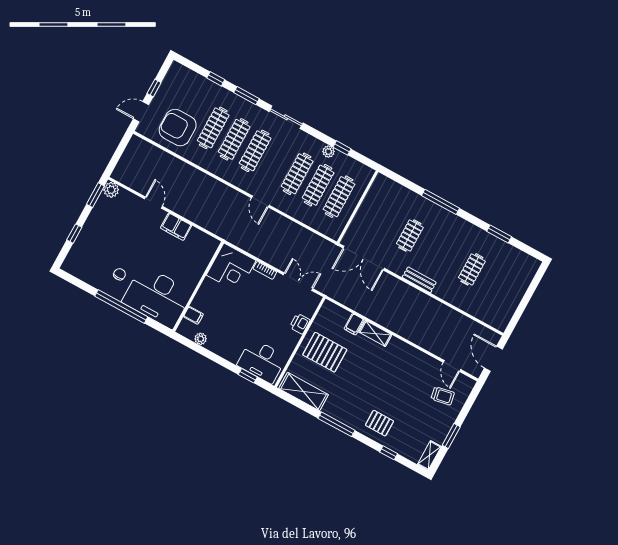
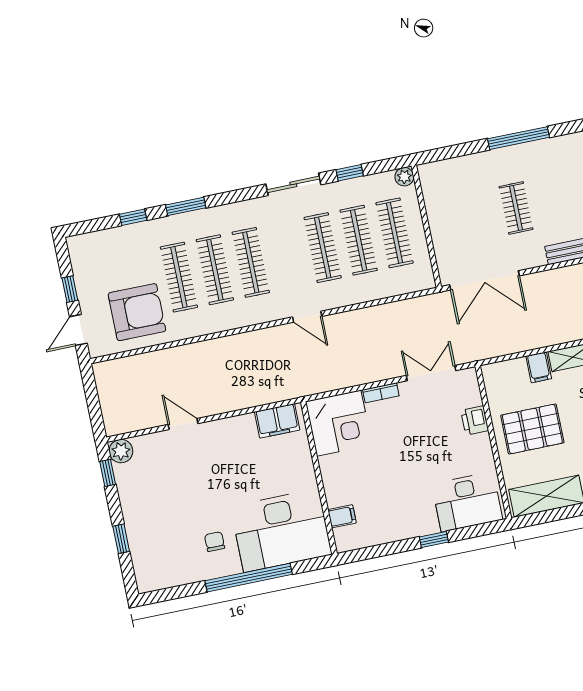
sliding door: (286, 117) -> (293, 184), moved
armchair: (178, 128) -> (137, 312), turned 180
plant: (328, 152) -> (404, 177), moved
window: (95, 195) -> (108, 473), width x0.67
filing cabinet: (176, 227) -> (277, 421), moved
plant: (201, 339) -> (374, 537), removed
window: (248, 376) -> (434, 540), moved

